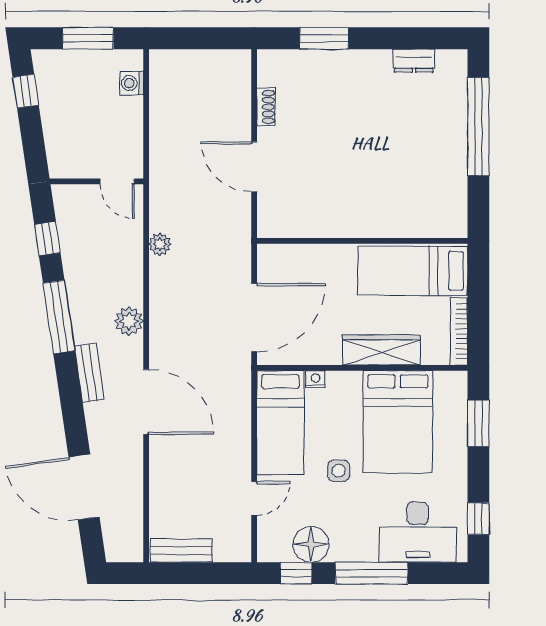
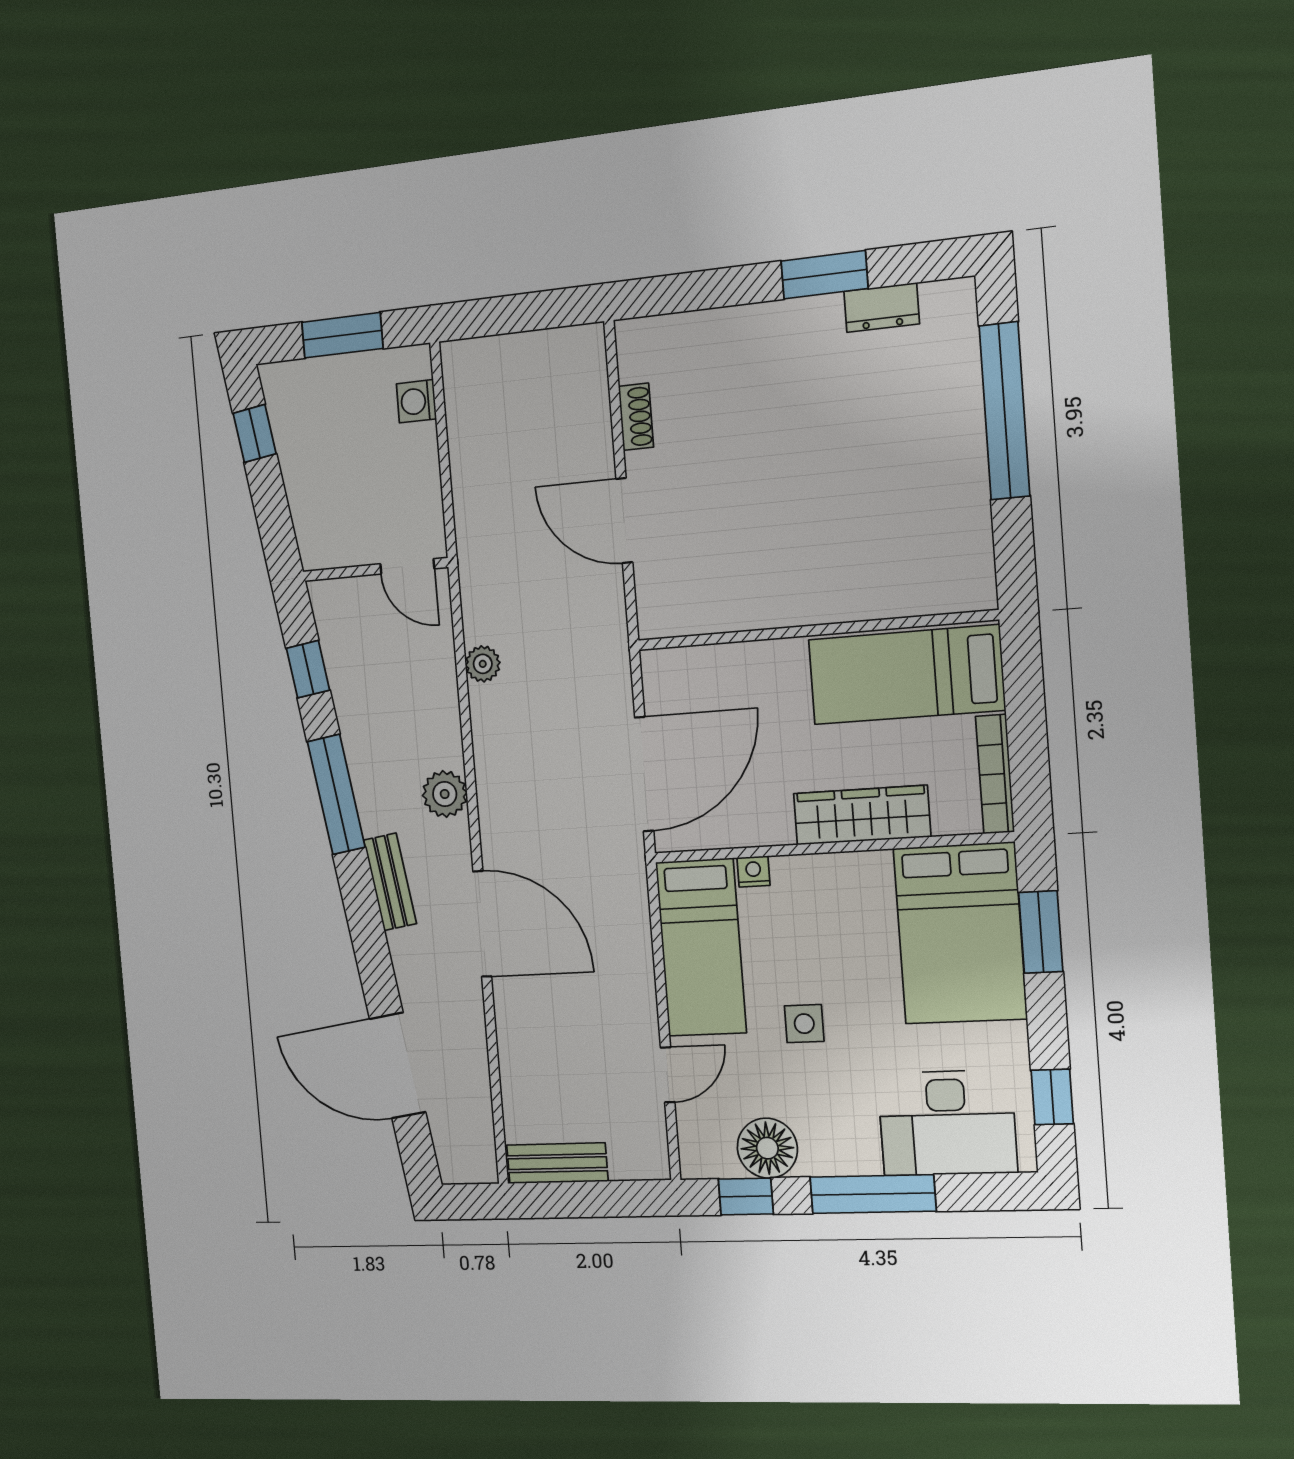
window: (324, 38) -> (825, 275), moved
bed: (398, 422) -> (960, 933), moved

